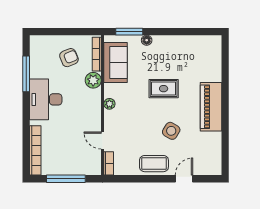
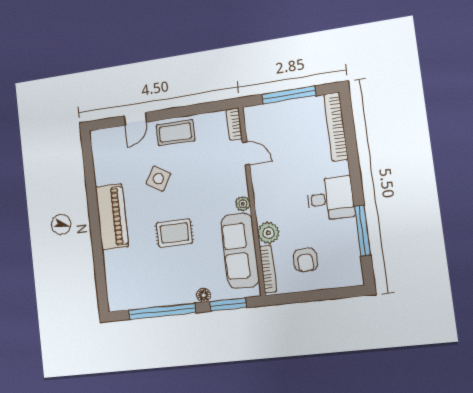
window: (180, 32) -> (162, 311), added
armchair: (69, 58) -> (305, 260), turned -68
sofa: (116, 62) -> (240, 251), width x1.36
desk: (46, 99) -> (330, 199), width x0.73

